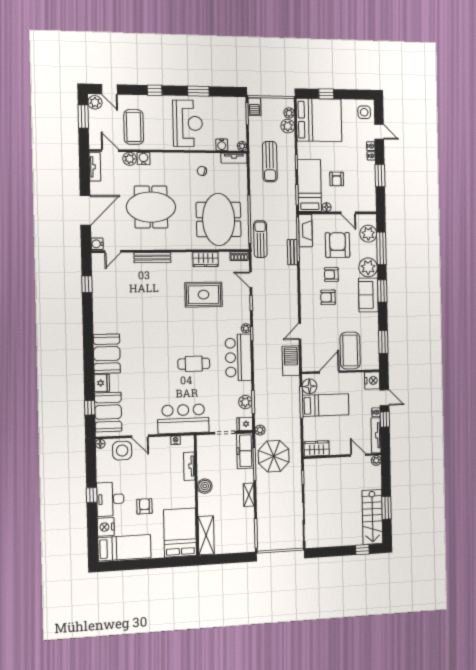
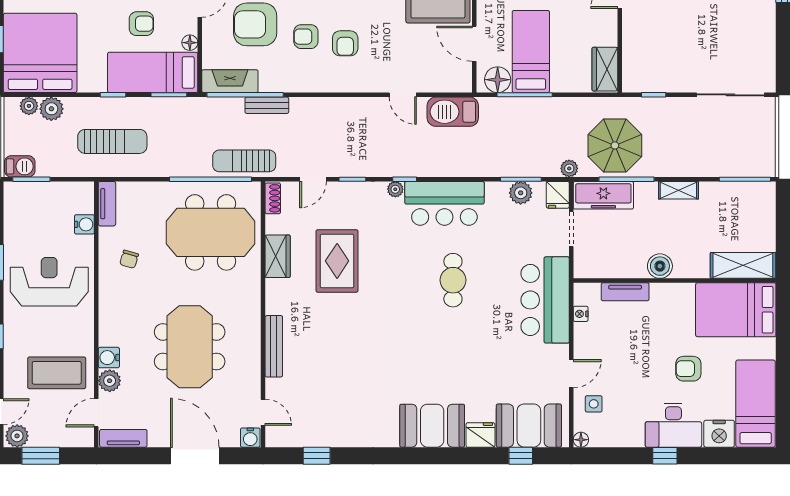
plant: (242, 146) -> (86, 189), removed
armchair: (331, 274) -> (306, 37), turned 90
side table: (122, 451) -> (594, 404), width x0.54, depth x0.54

